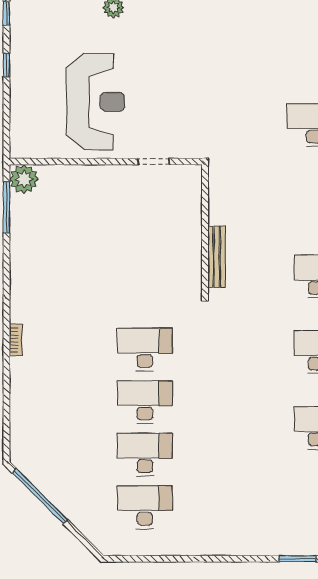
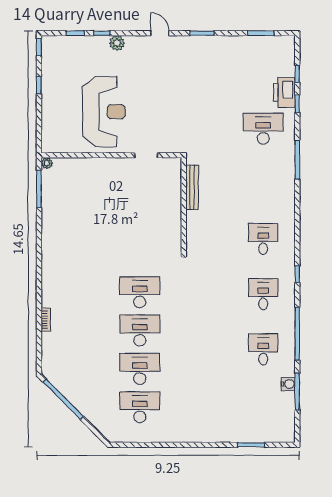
plant: (24, 179) -> (47, 163), width x0.53, depth x0.53
bench: (217, 257) -> (192, 187), moved
bookcase: (16, 340) -> (46, 320), moved

